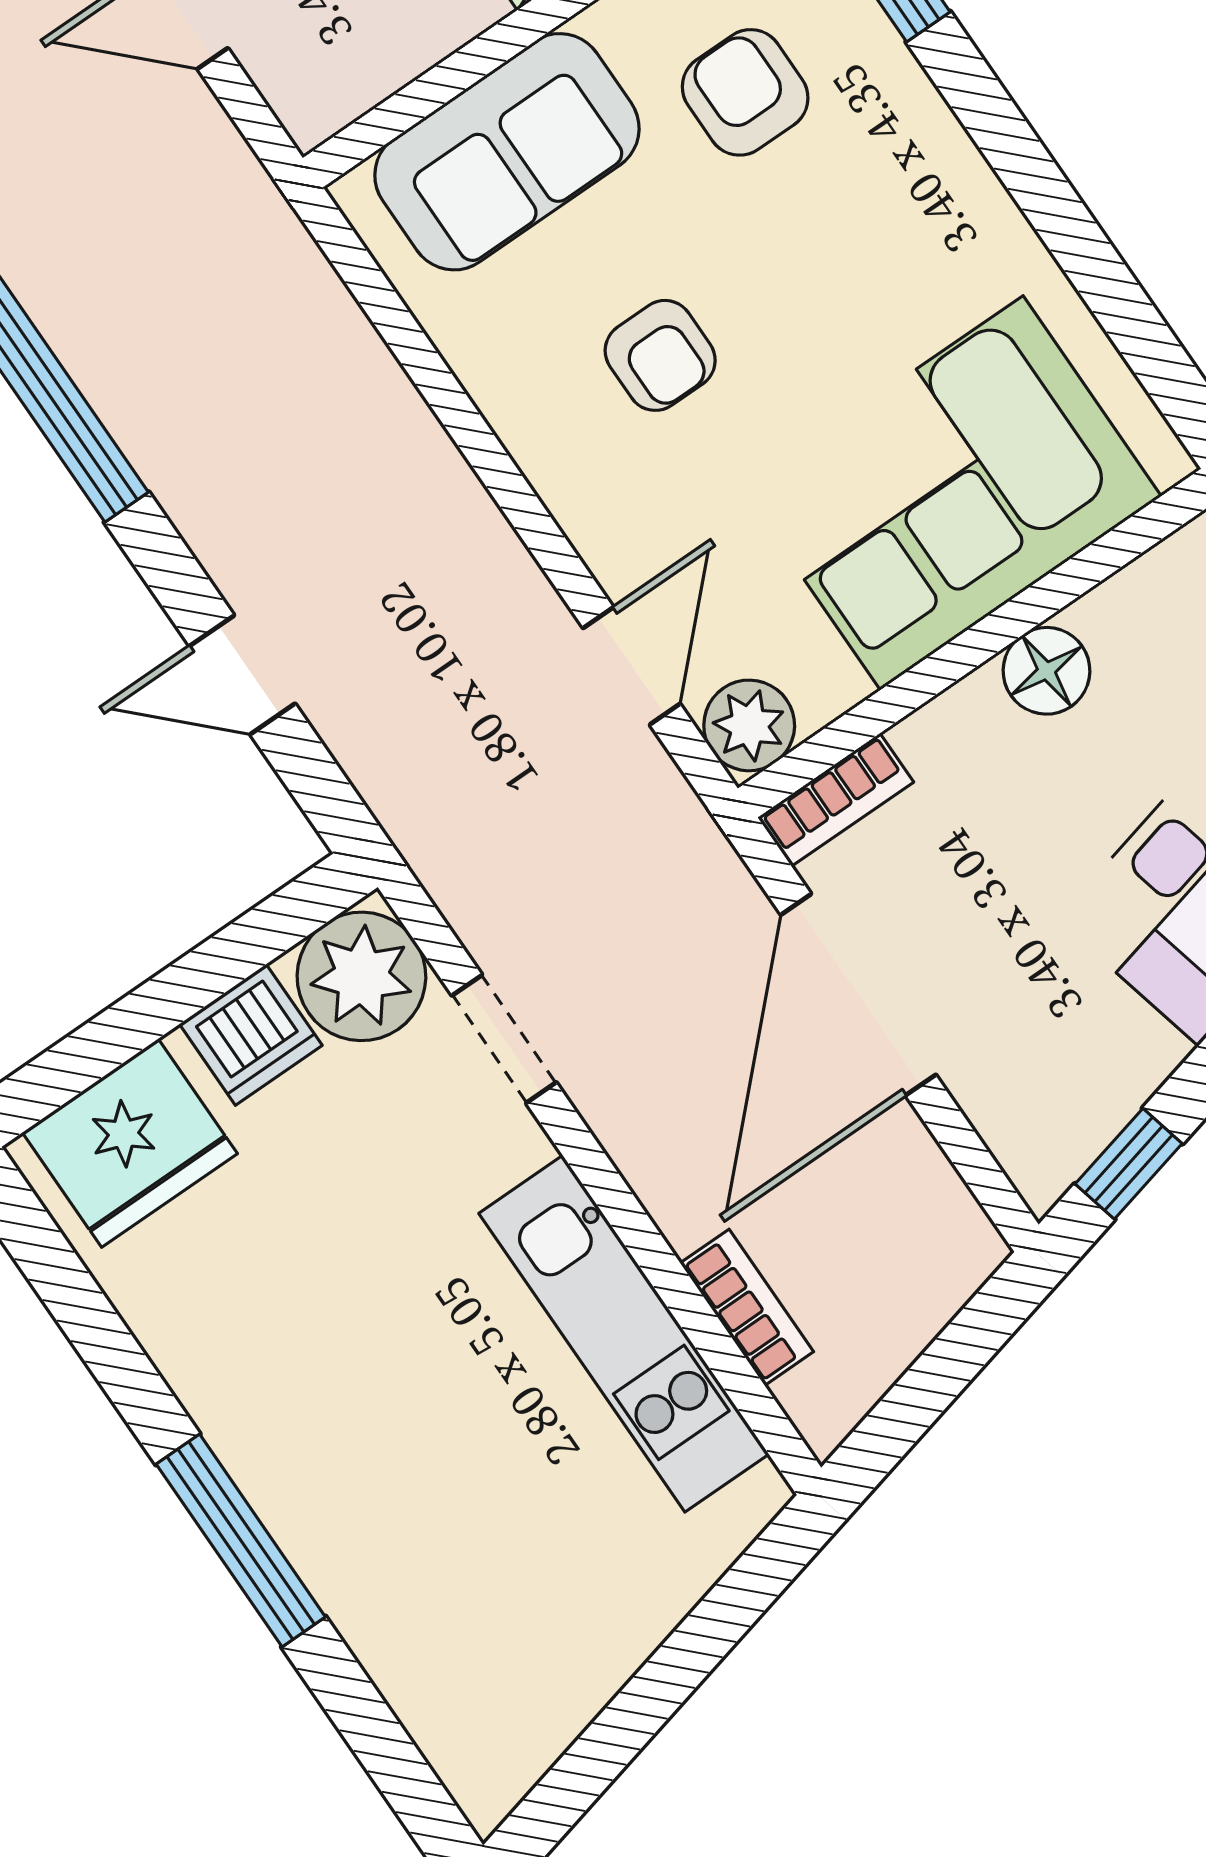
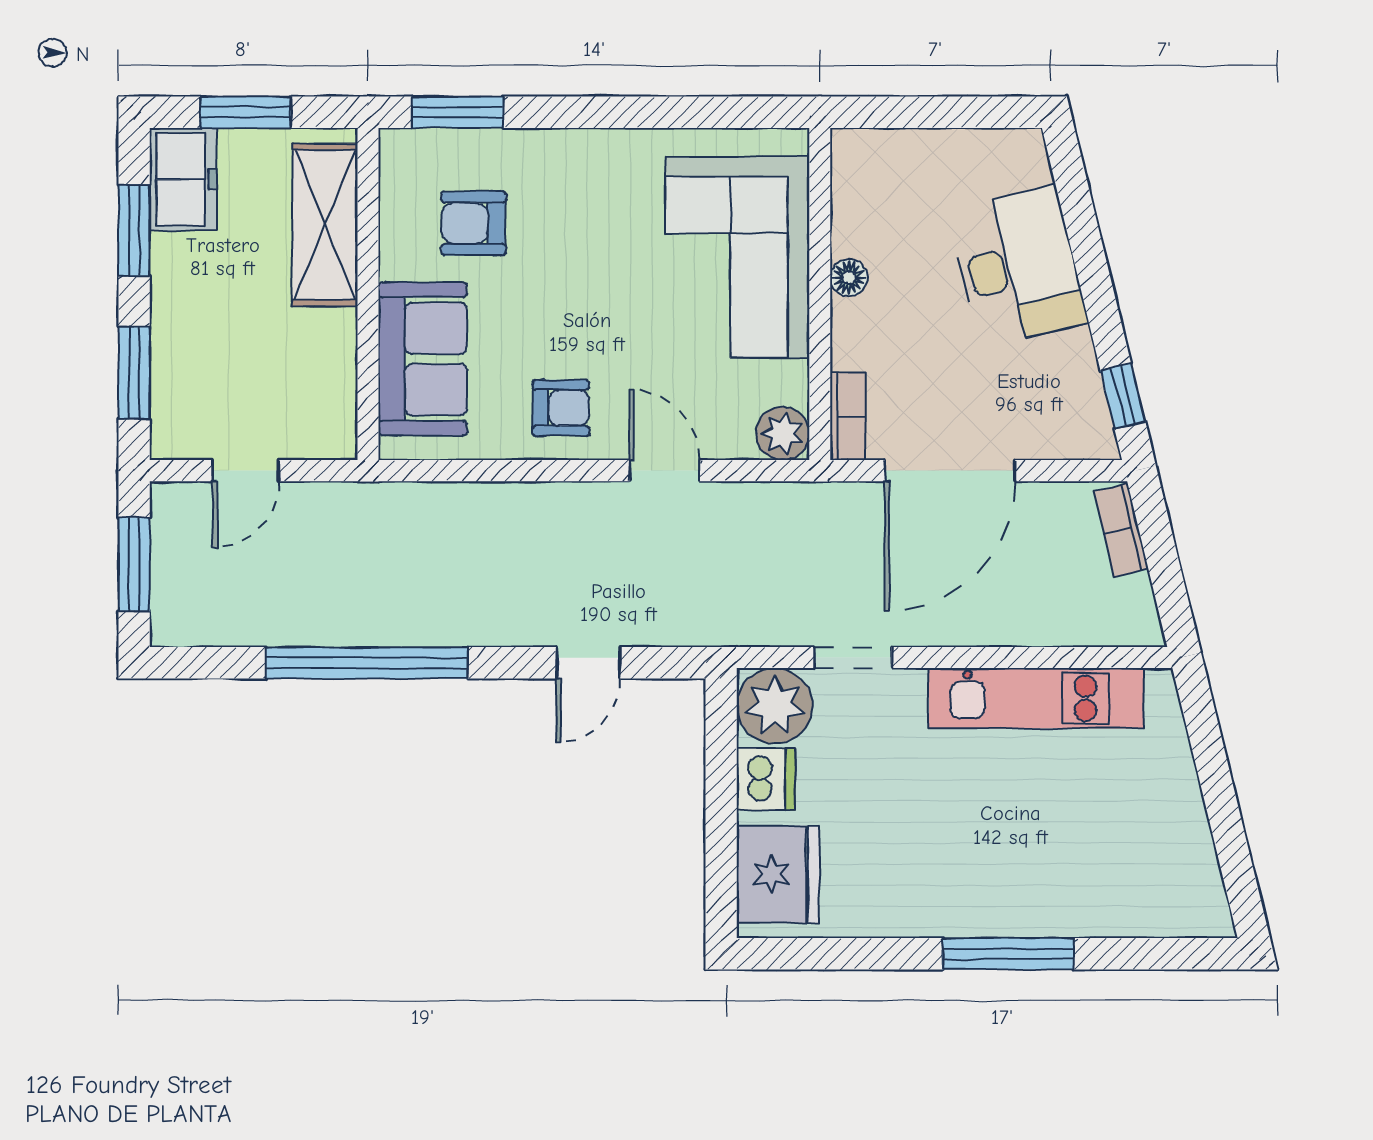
armchair: (660, 355) -> (561, 408), moved
door: (632, 666) -> (664, 471), moved
floor lamp: (1046, 671) -> (849, 278), width x0.73, depth x0.73
door: (858, 995) -> (950, 471), hinge flipped
bookcase: (747, 1307) -> (1121, 530), moved, turned -104

